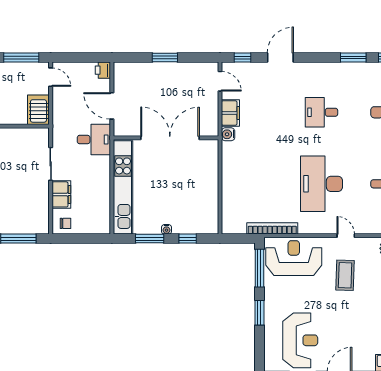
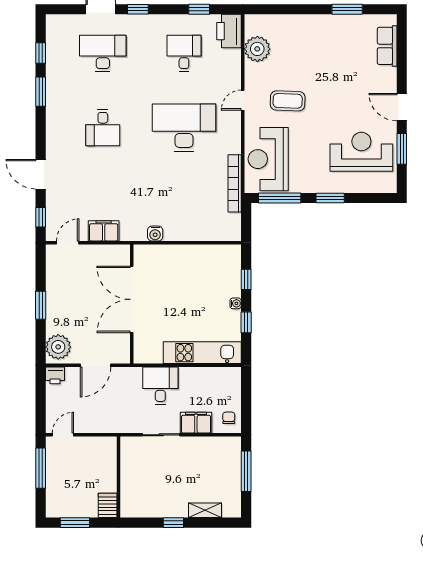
plant: (128, 73) -> (58, 347), added
server rack: (38, 110) -> (100, 449), removed
water cooler: (228, 134) -> (155, 234), moved
desk: (94, 140) -> (160, 386), moved
desk: (321, 184) -> (184, 128), turned 180
kitchen unit: (123, 187) -> (202, 353), width x0.73
window: (150, 239) -> (246, 322), width x0.67

